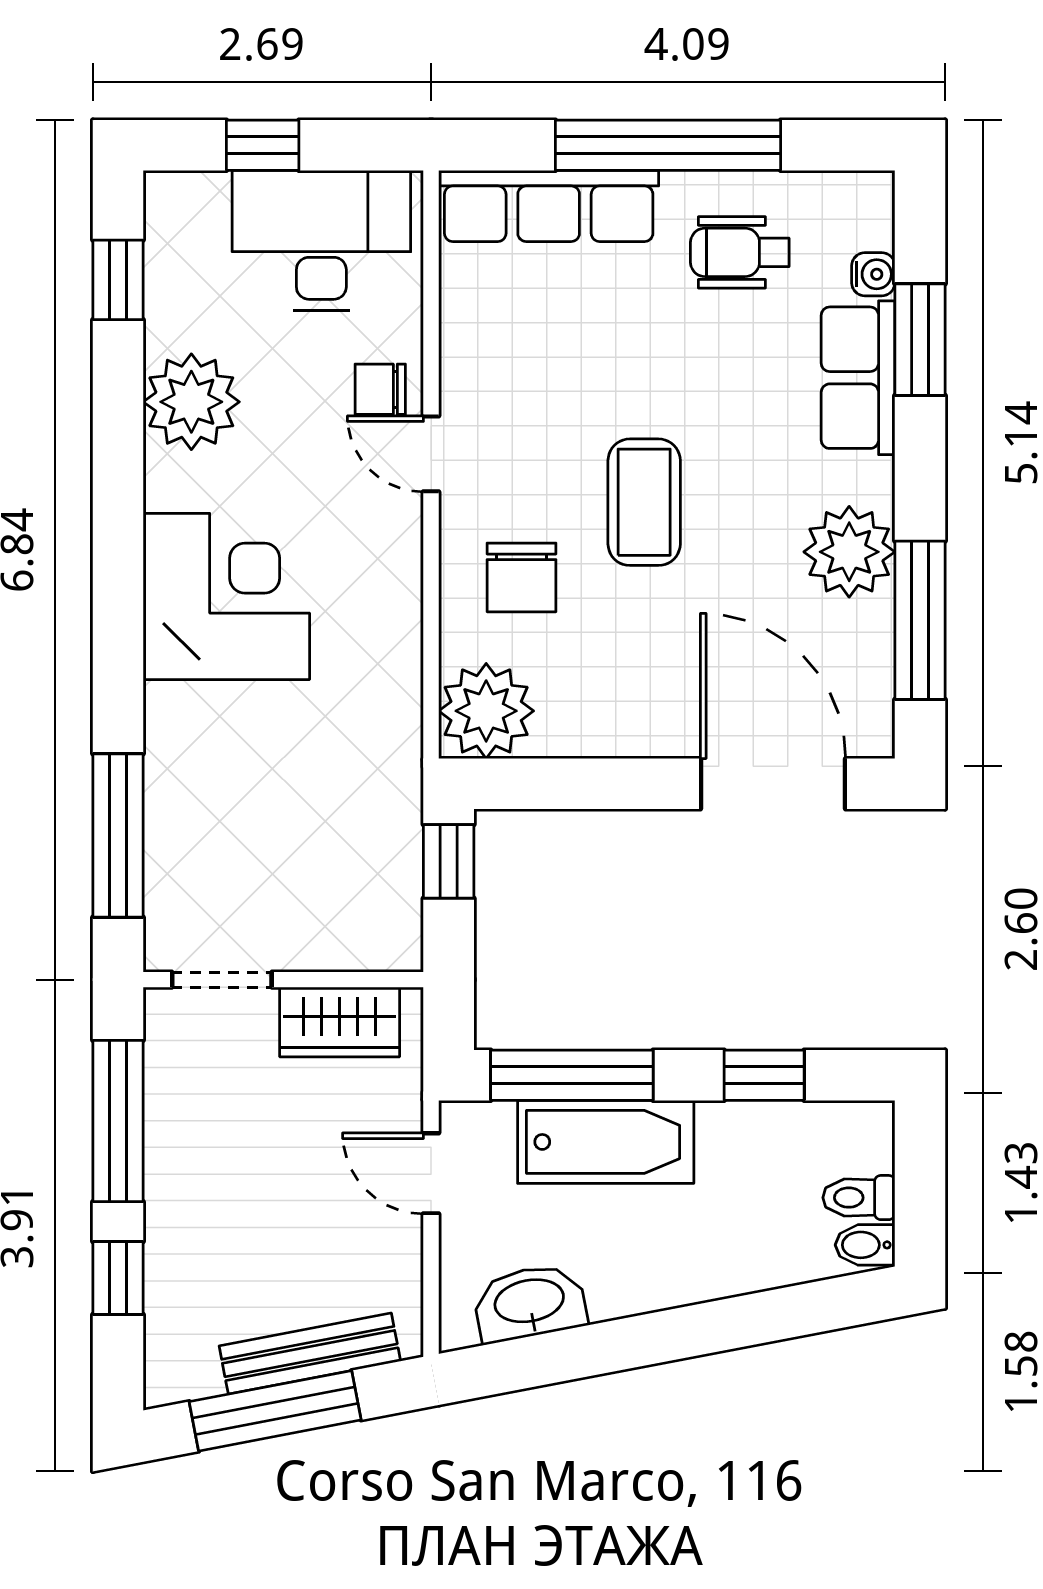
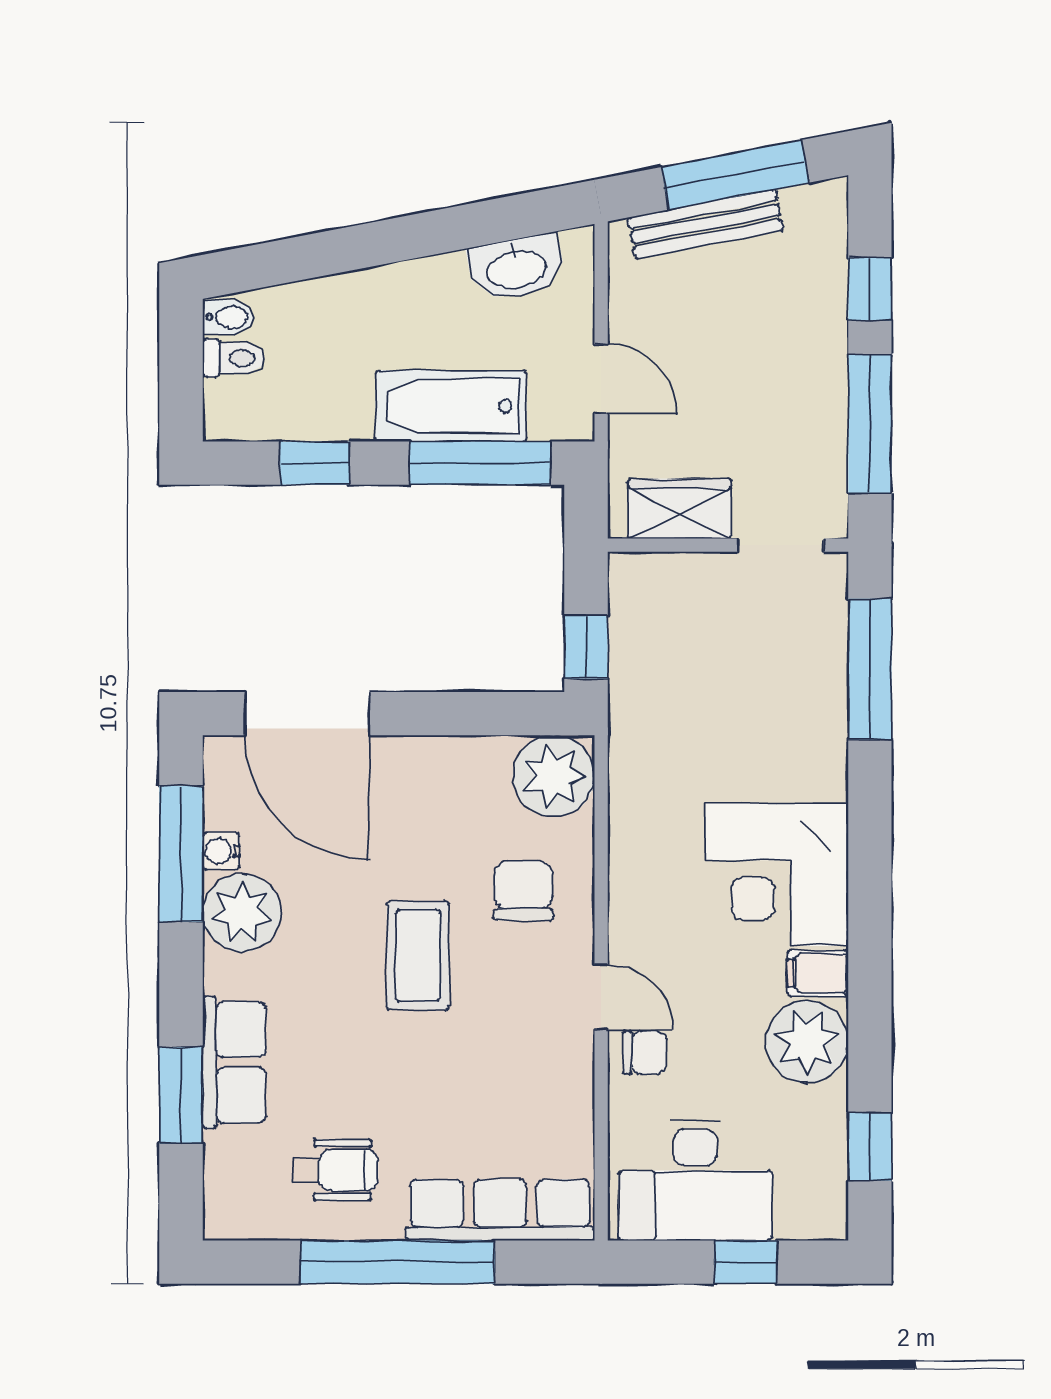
water cooler: (873, 274) -> (221, 851), moved
filing cabinet: (179, 482) -> (818, 973), added

